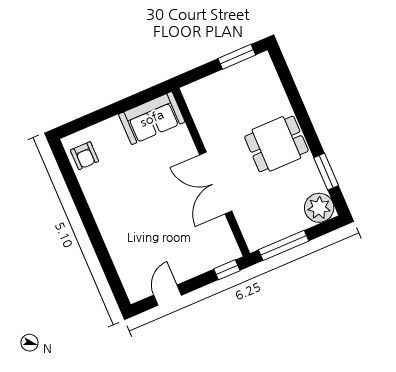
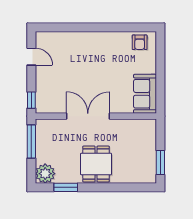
armchair: (85, 156) -> (140, 42), turned -90

